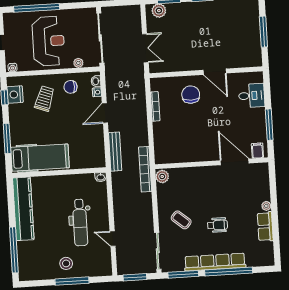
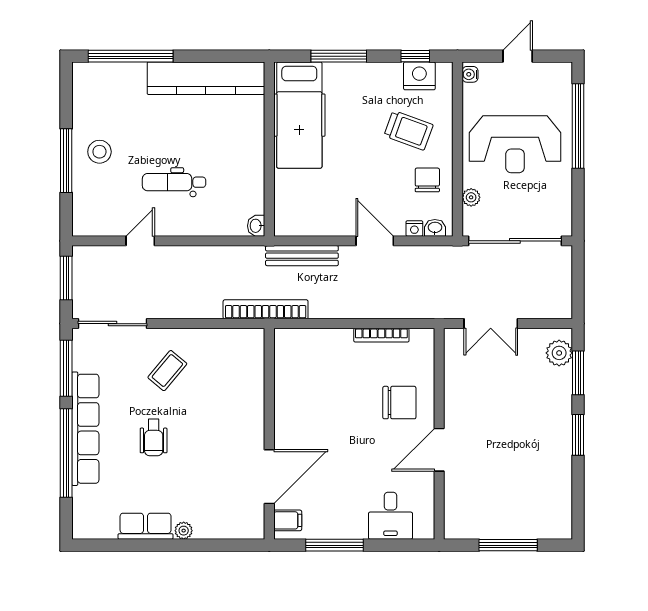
plant: (162, 176) -> (250, 340), removed
dental chair: (80, 222) -> (174, 182), width x0.73, depth x0.72

